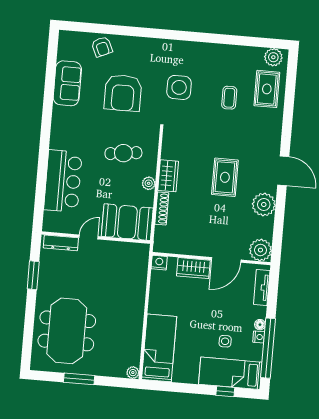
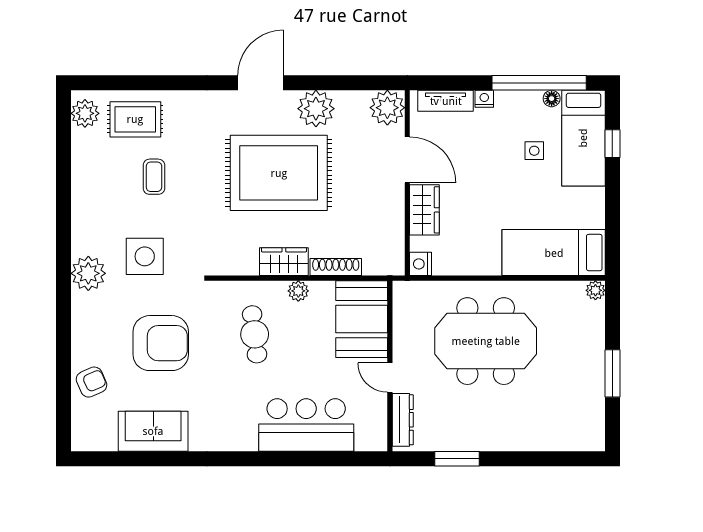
plant: (171, 51) -> (88, 273), added
coffee table: (229, 98) -> (154, 177), turned 90
rug: (225, 177) -> (279, 173), width x1.86, depth x2.06
floor lamp: (260, 325) -> (552, 99), moved
meeting table: (67, 331) -> (486, 341), moved
nightstand: (259, 337) -> (484, 99), moved

